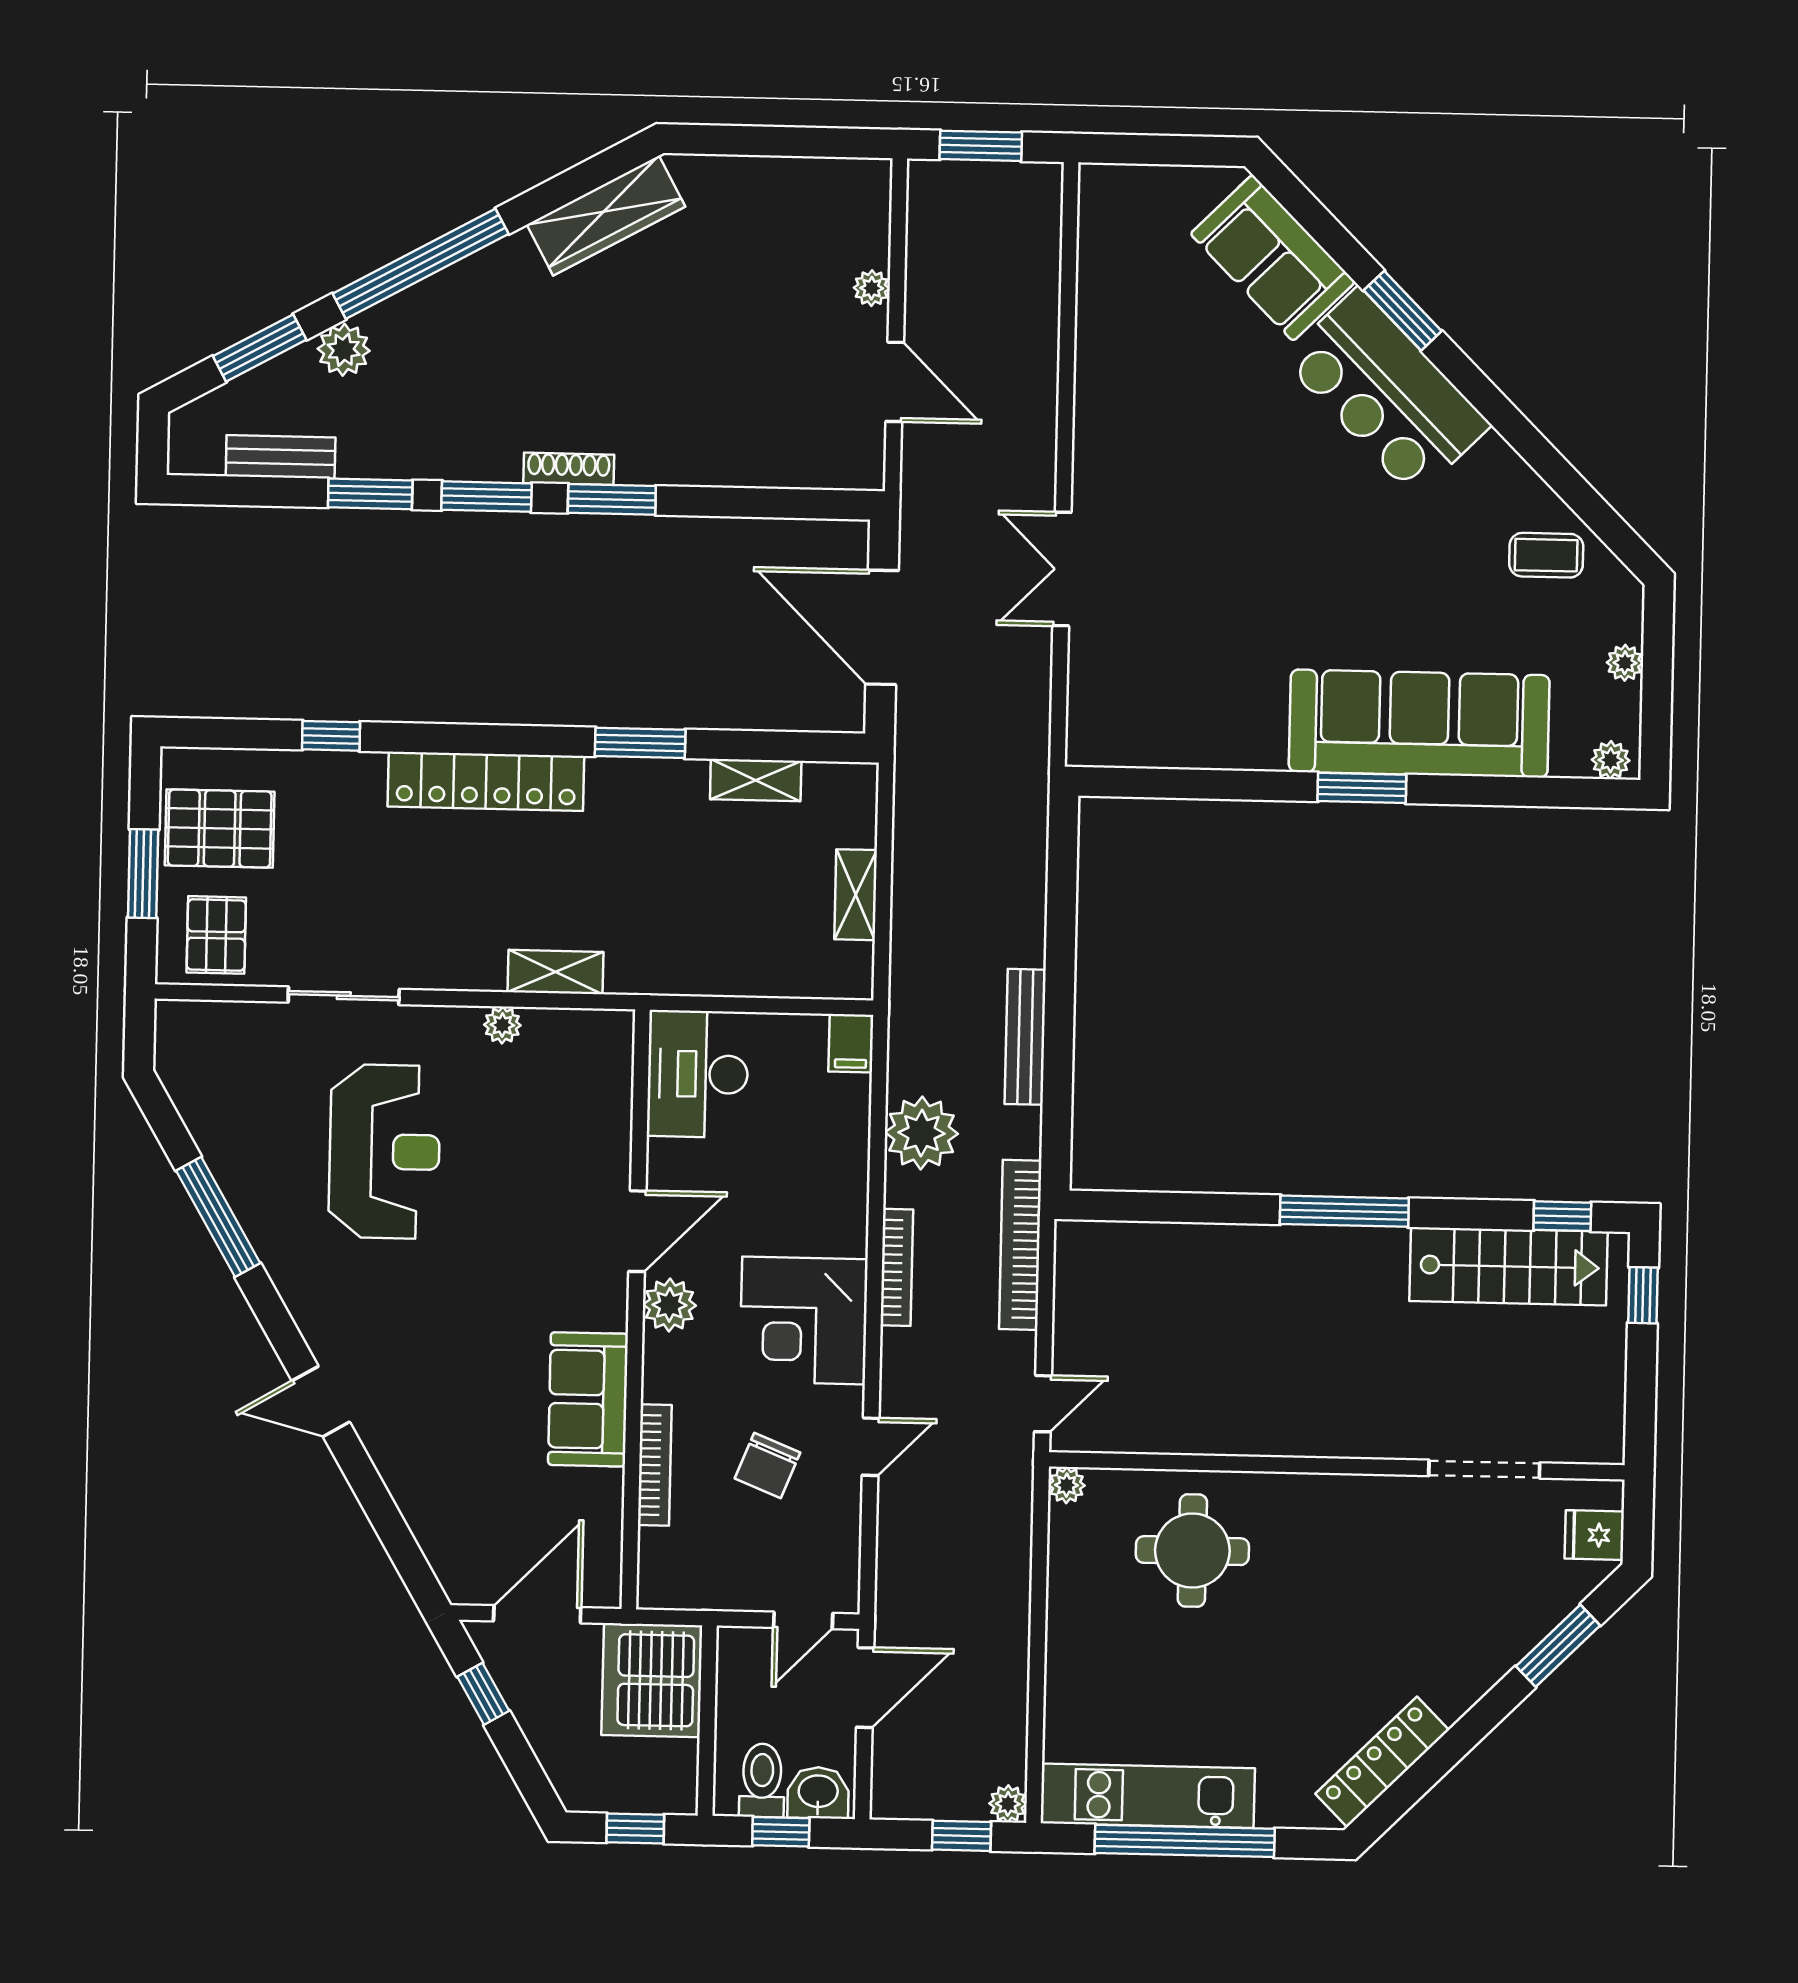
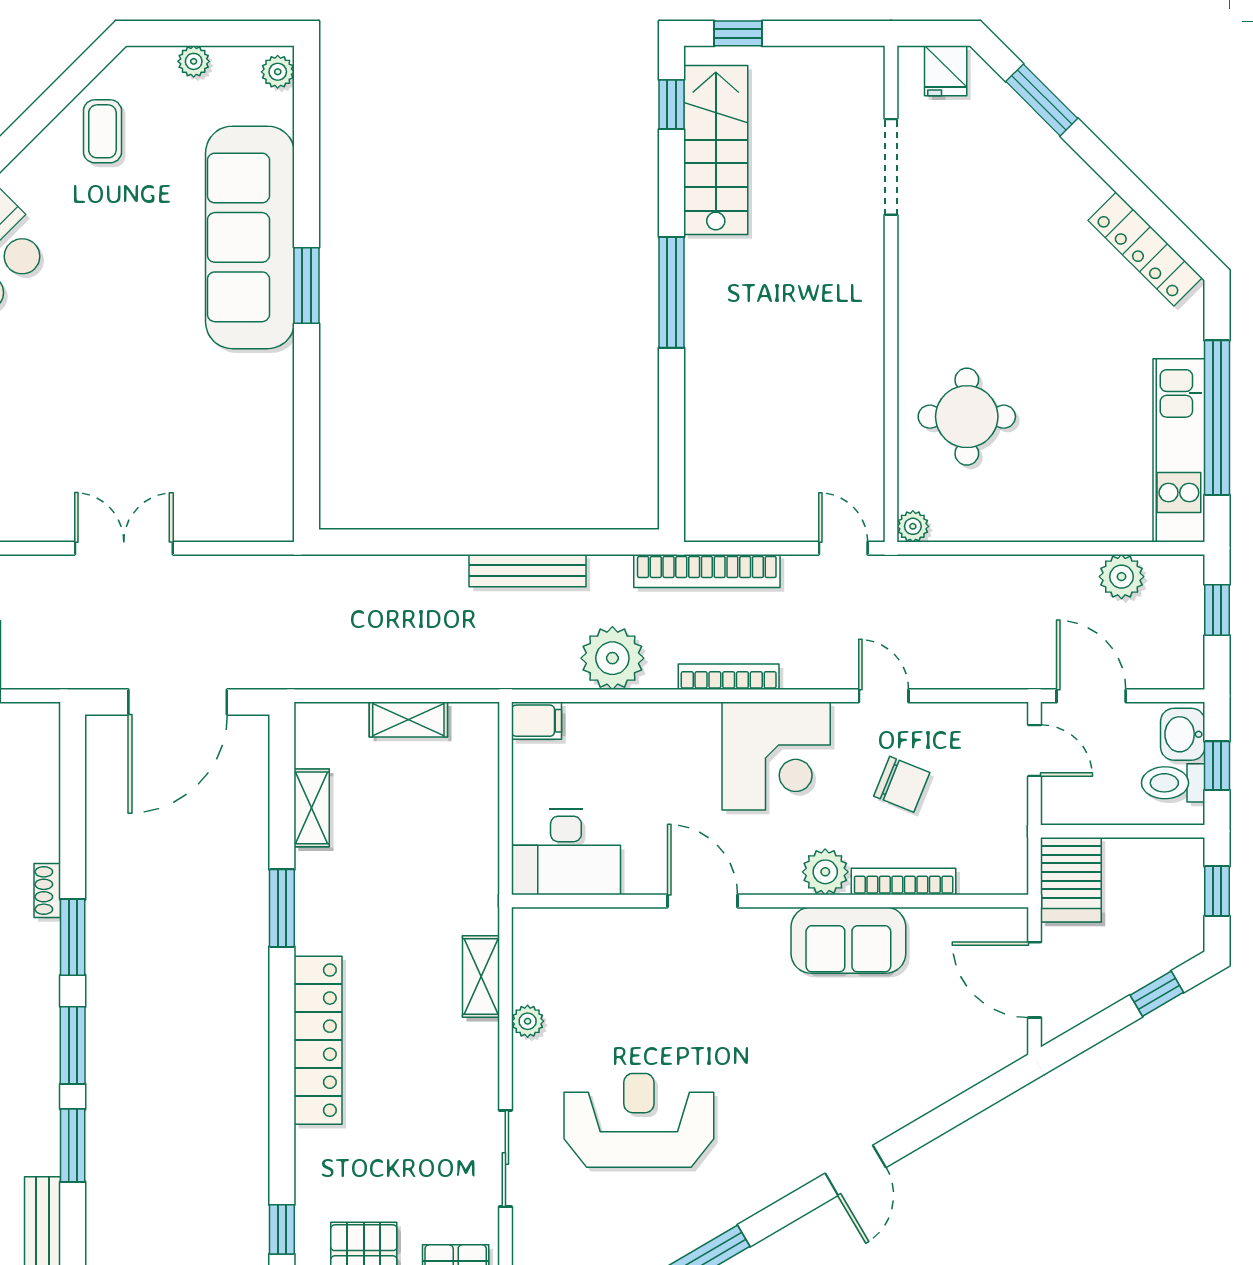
shoe rack: (569, 469) -> (47, 891), moved, width x0.70
double door: (1062, 569) -> (124, 548), swing flipped
window: (331, 736) -> (282, 1229), moved
plant: (669, 1305) -> (825, 872), moved
server rack: (652, 1680) -> (1071, 880), width x0.62
window: (483, 1694) -> (1157, 994), moved
plant: (1008, 1804) -> (1122, 577), moved, width x1.38, depth x1.38

